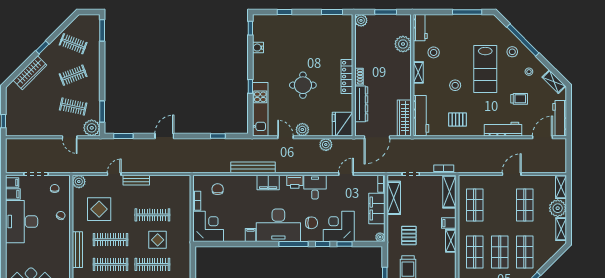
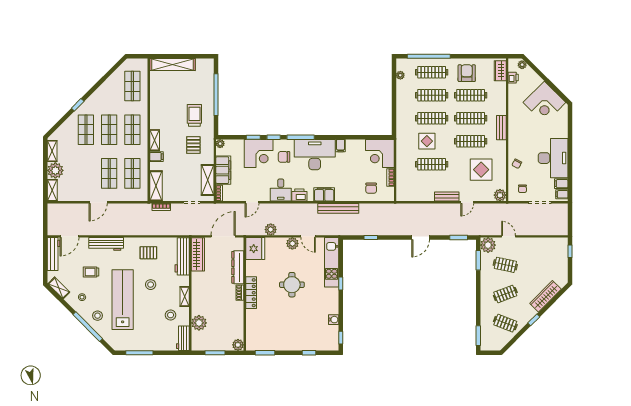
lab bench: (485, 69) -> (123, 300), width x1.36
shop shelf: (525, 205) -> (109, 173), moved
bench: (77, 250) -> (501, 128), width x0.73

